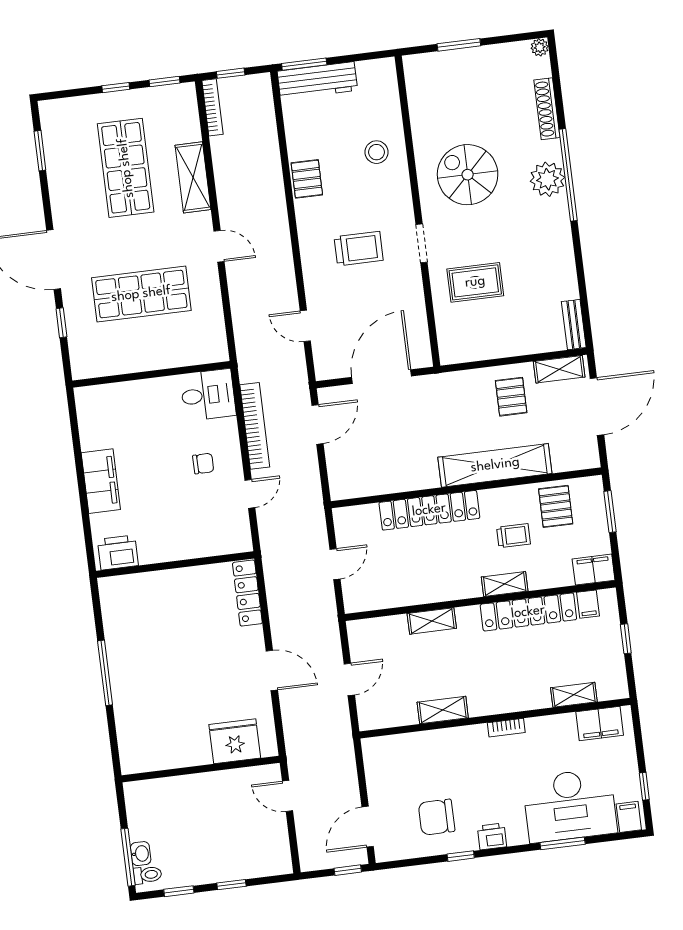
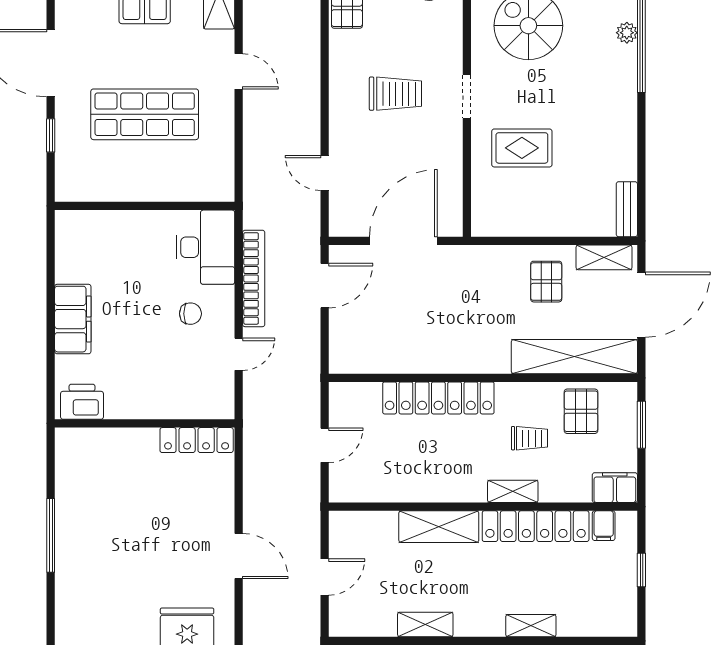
plant: (547, 179) -> (627, 33), width x0.53, depth x0.53
desk: (208, 395) -> (205, 247), width x1.37
shelving: (495, 465) -> (574, 357), moved
locker: (247, 593) -> (197, 440), moved, turned -90
shelving: (432, 621) -> (439, 527), width x1.50, depth x1.33
shelving: (574, 695) -> (531, 626), moved

